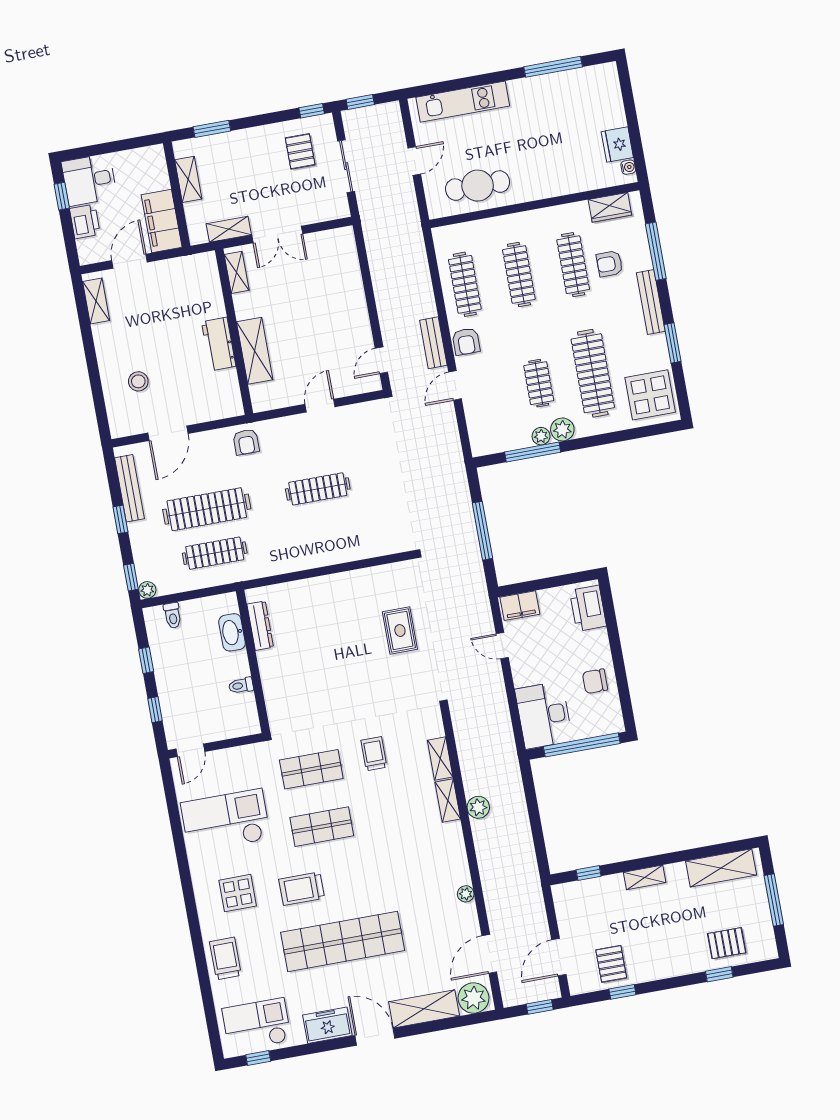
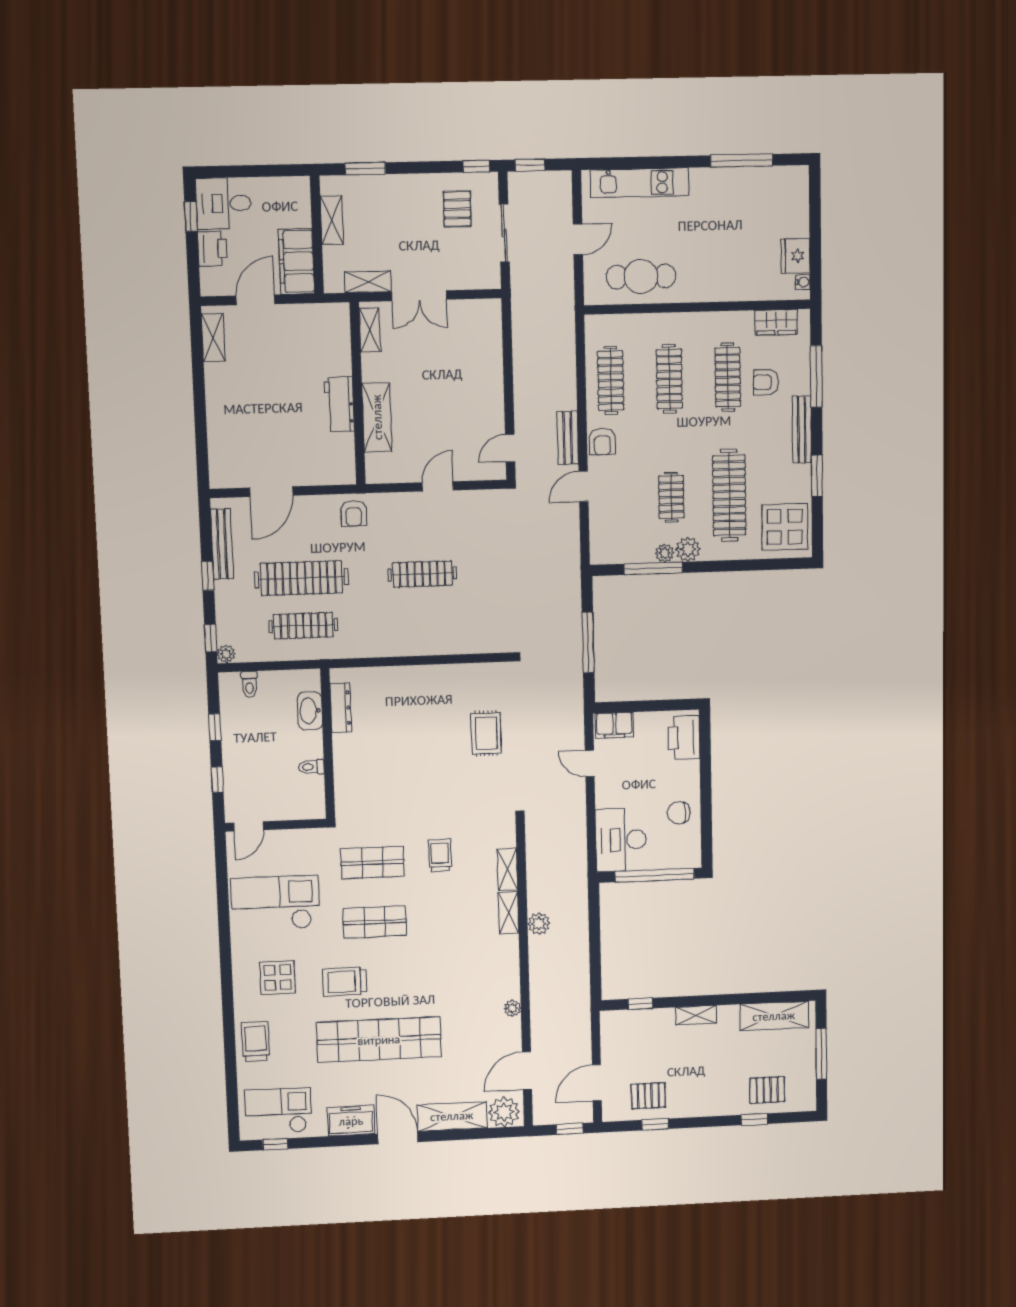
stool: (138, 381) -> (247, 431), removed
pallet: (611, 964) -> (648, 1096), turned 90

